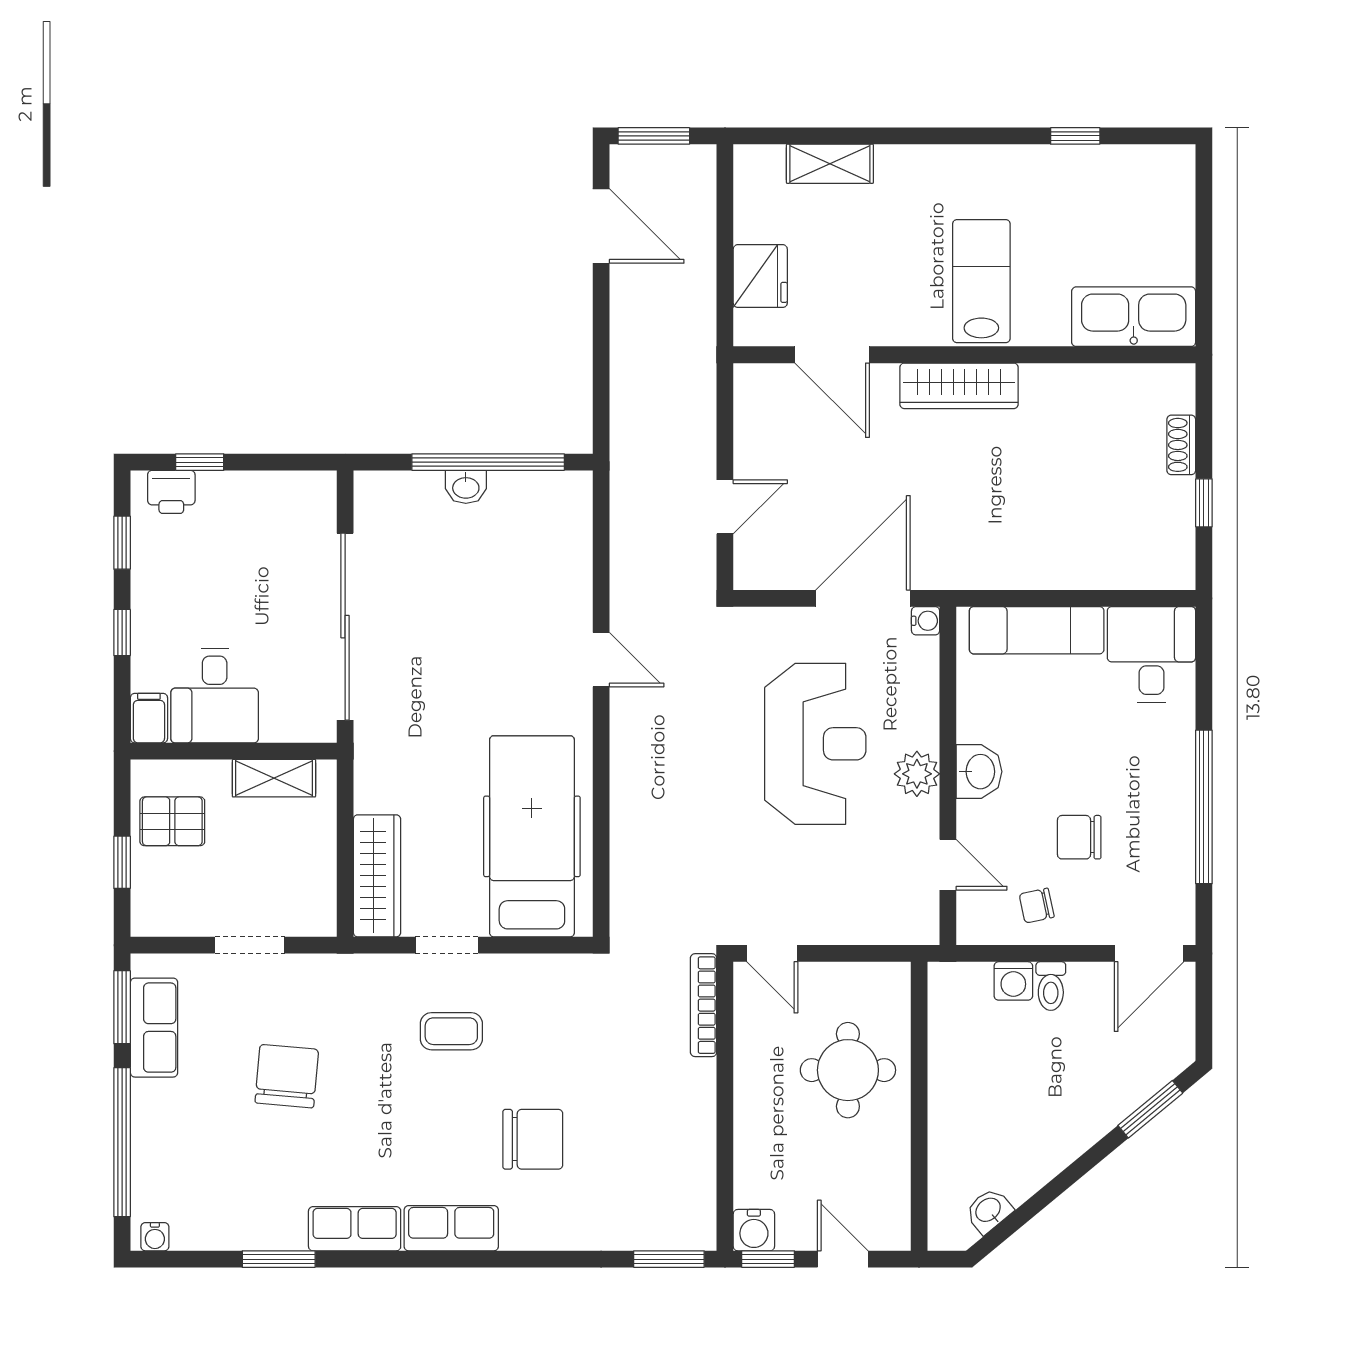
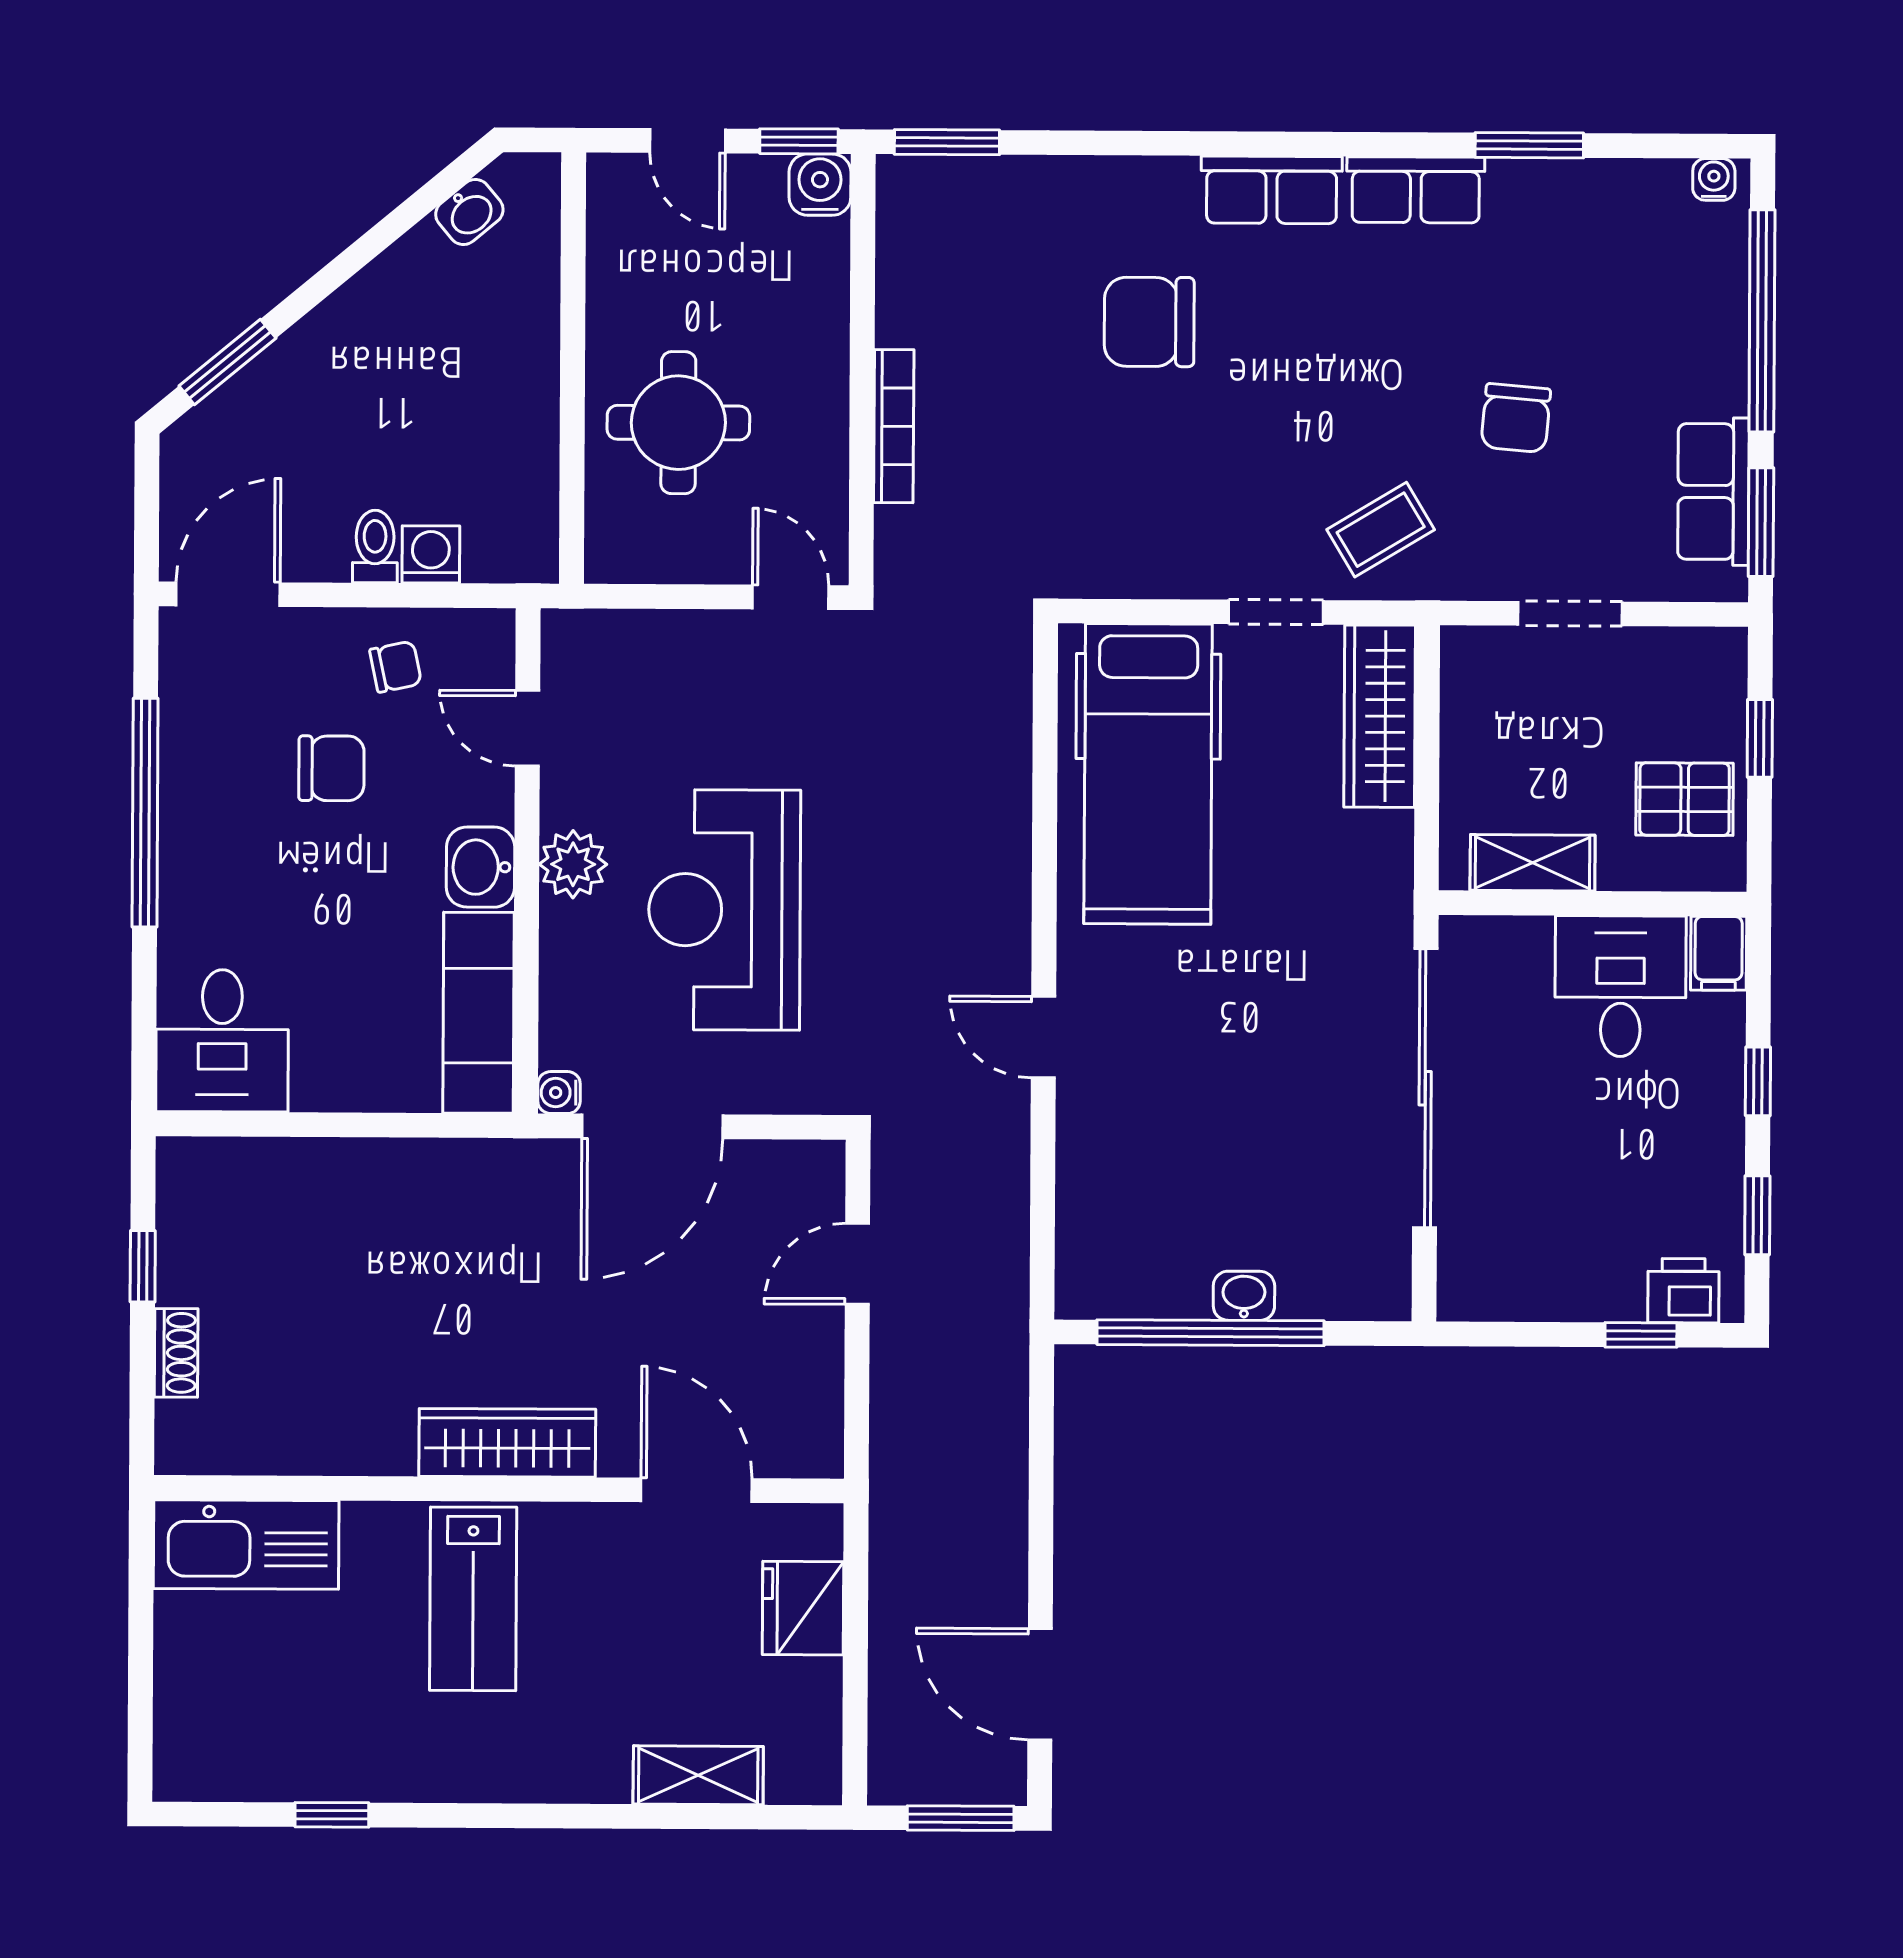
exam couch: (1037, 630) -> (478, 1013), moved, turned -90
bookcase: (704, 1005) -> (894, 426), moved
coffee table: (451, 1031) -> (1381, 530), moved, turned -31
chair: (287, 1076) -> (1516, 418), width x0.73, depth x0.73

